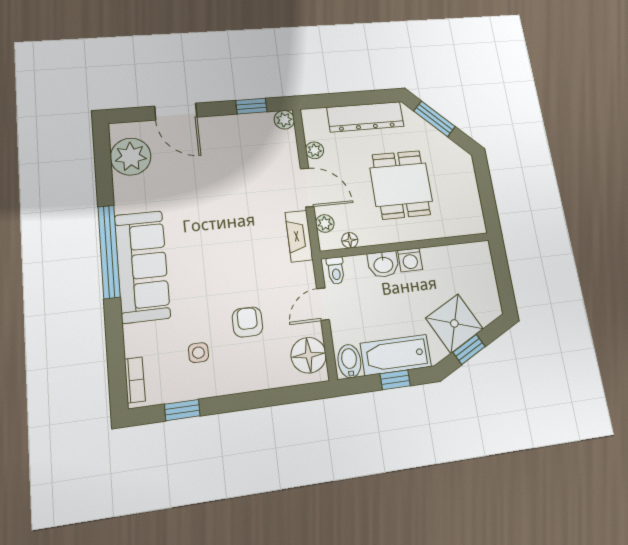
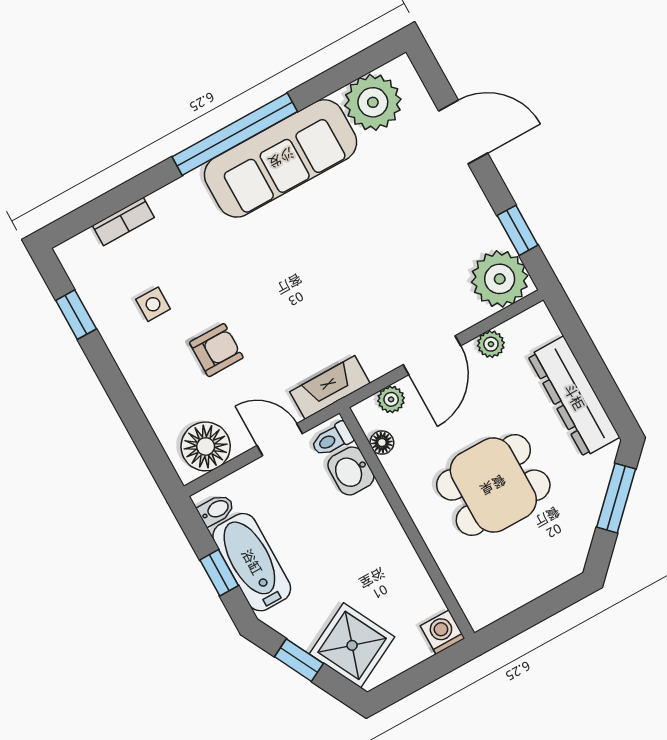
door: (176, 112) -> (463, 132), swing flipped
plant: (284, 120) -> (500, 279), width x1.87, depth x1.87
fireplace: (299, 236) -> (330, 387), moved
washing machine: (410, 260) -> (443, 632), moved, turned 90
washbasin: (383, 264) -> (351, 471), moved
sofa: (142, 266) -> (281, 158), moved
shower: (454, 323) -> (352, 645), moved
bidet: (349, 361) -> (216, 510), width x0.72, depth x0.74
bookcase: (135, 380) -> (123, 221), moved

